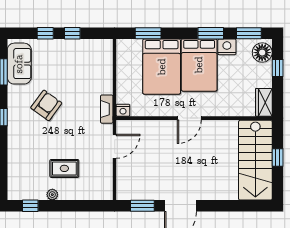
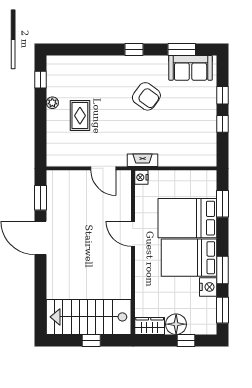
floor lamp: (262, 53) -> (176, 324), moved
door: (189, 118) -> (133, 234), moved

